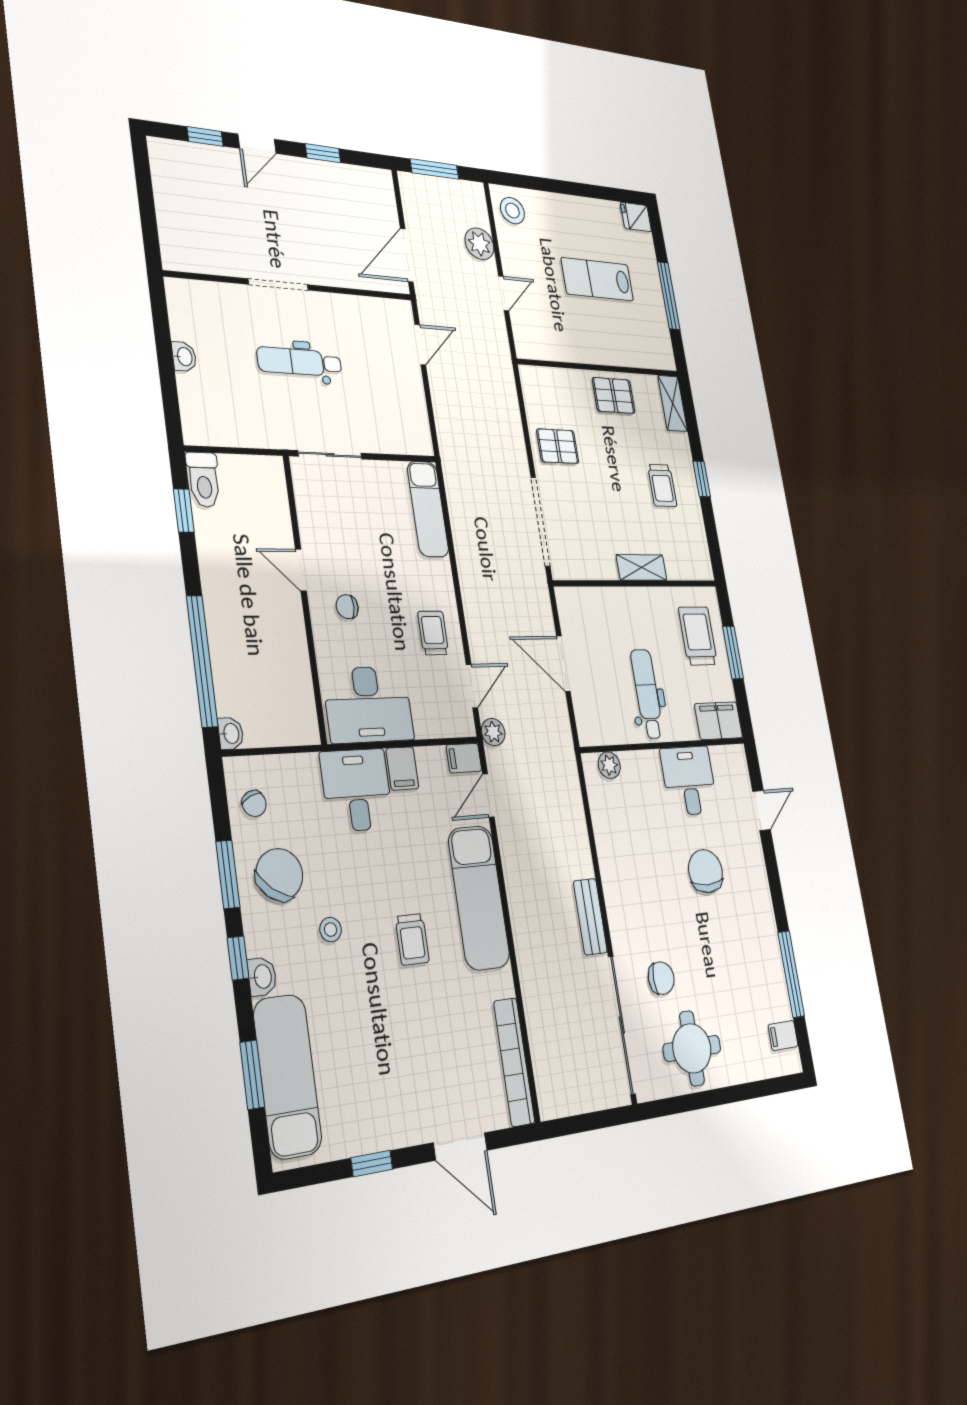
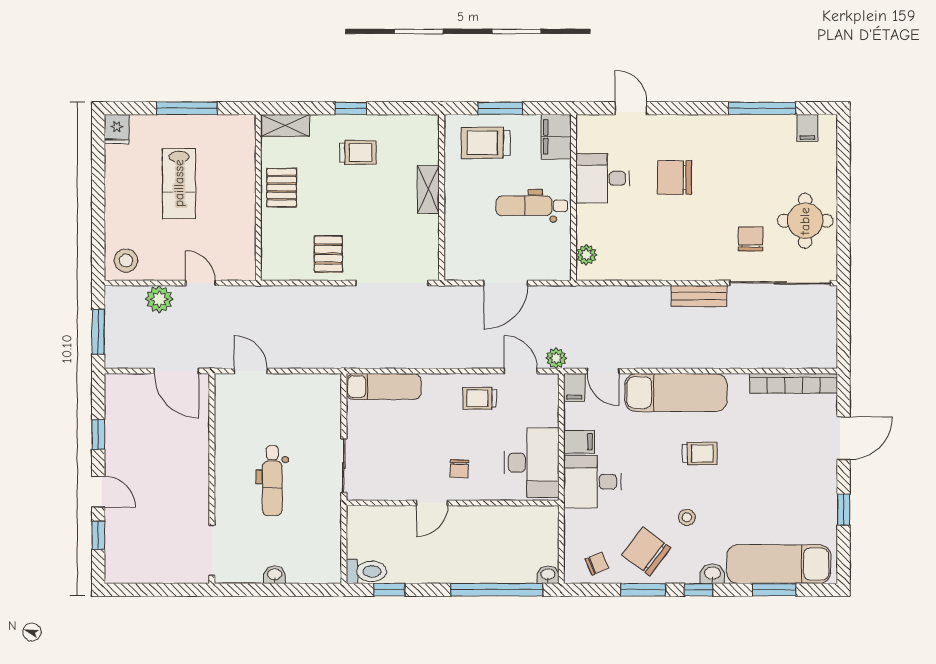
doorway: (278, 285) -> (212, 550), moved

